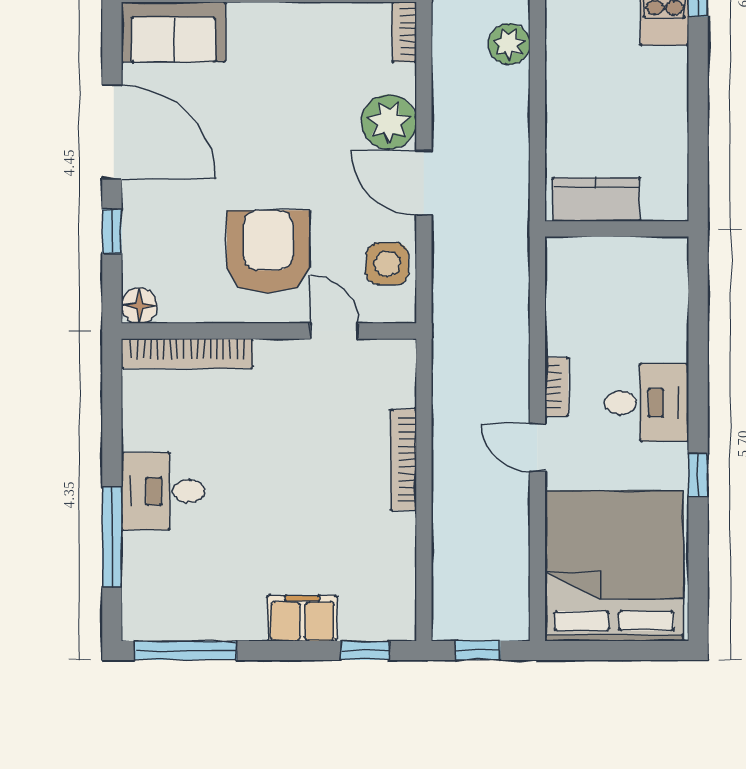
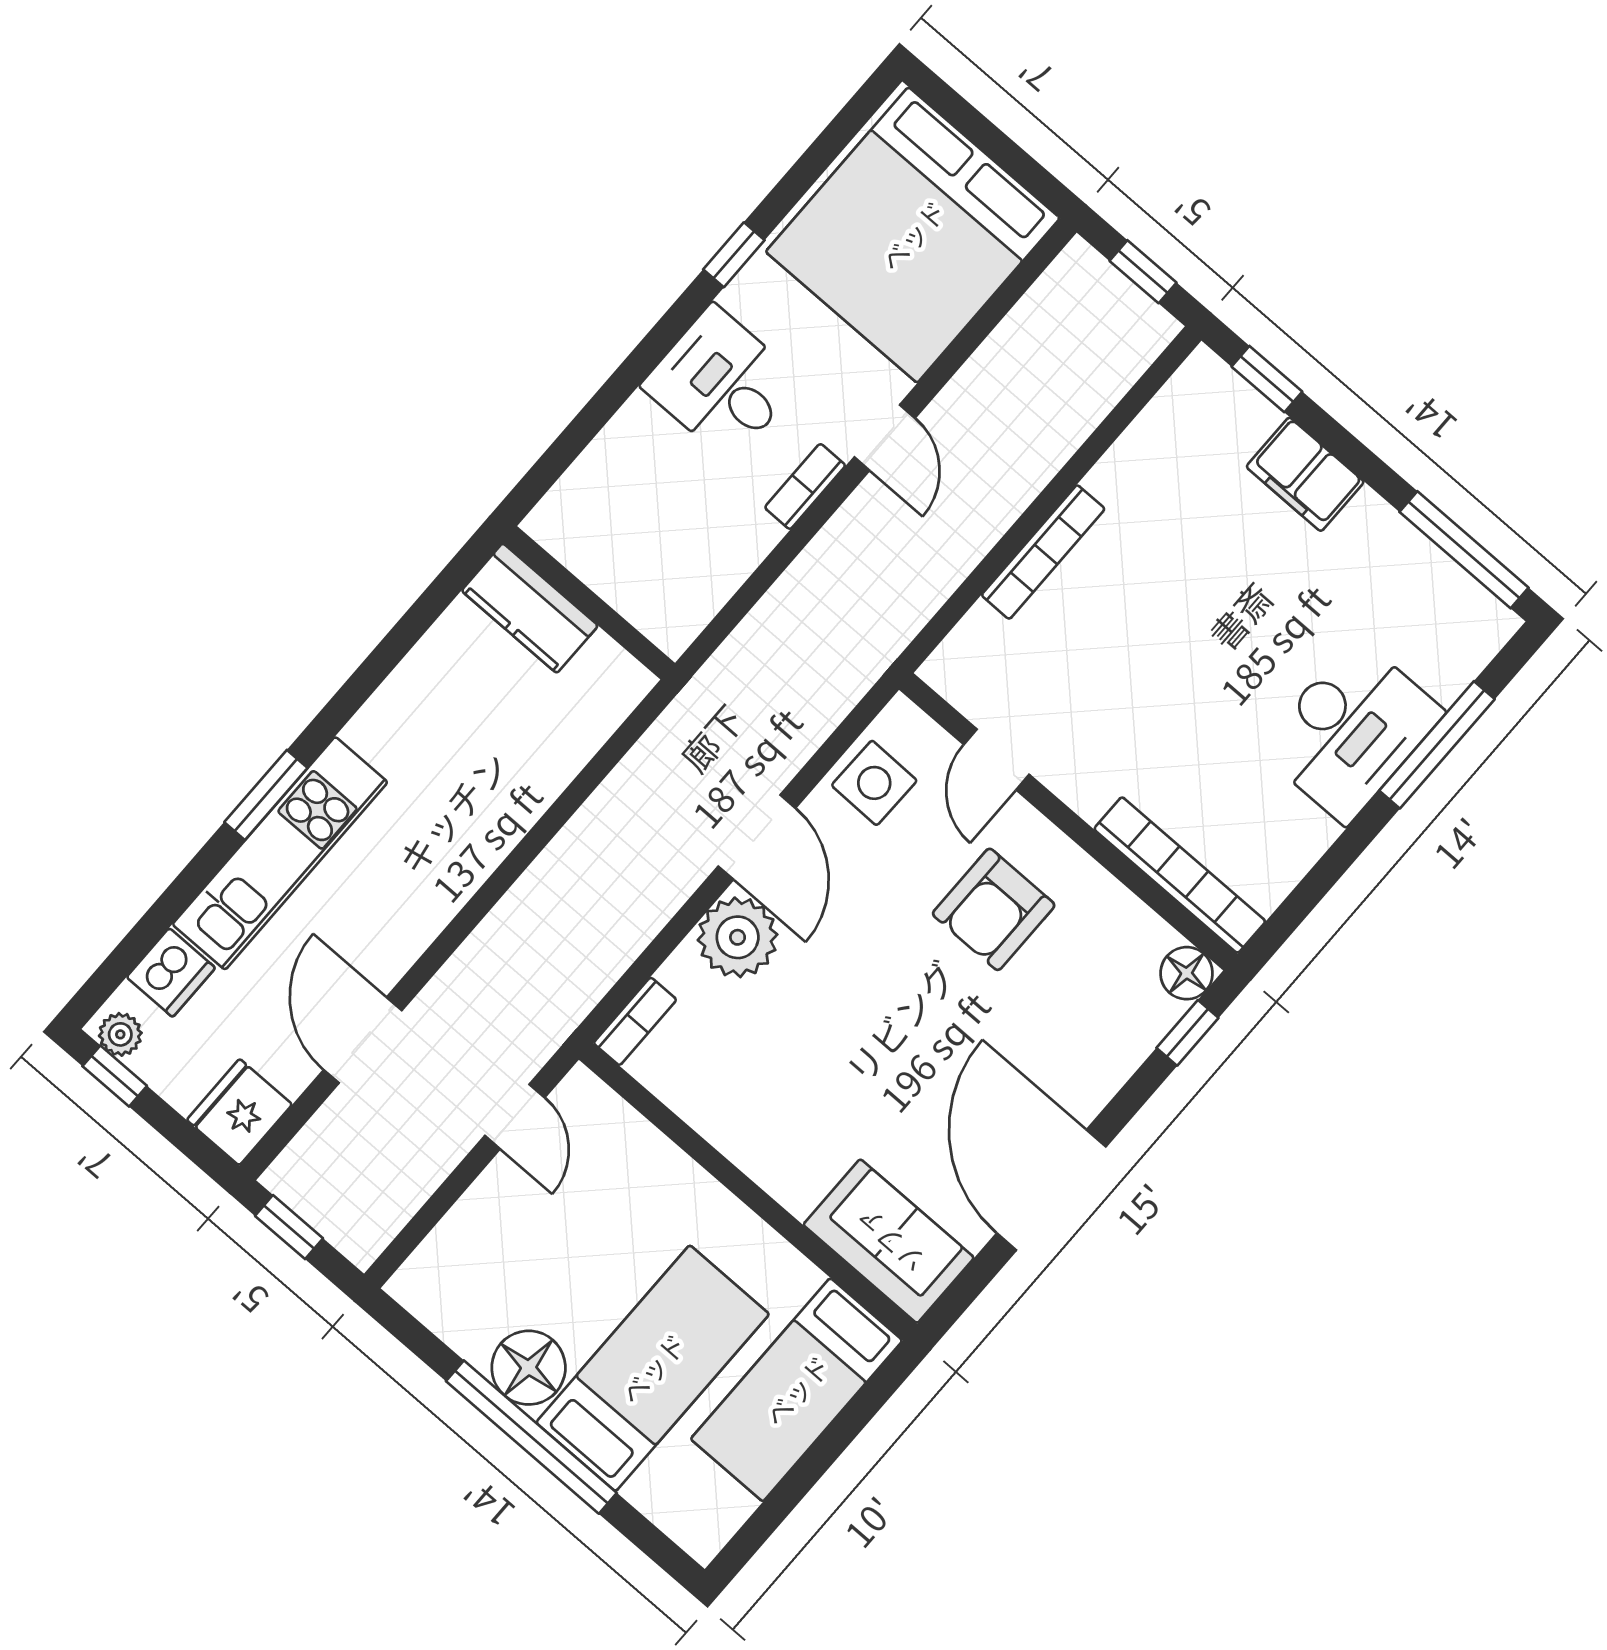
plant: (509, 44) -> (531, 908), removed
kitchen counter: (596, 199) -> (530, 608), moved
window: (112, 231) -> (1187, 1033), moved
armchair: (268, 252) -> (994, 909), width x0.73, depth x0.73
desk: (163, 491) -> (1351, 731), width x1.37

